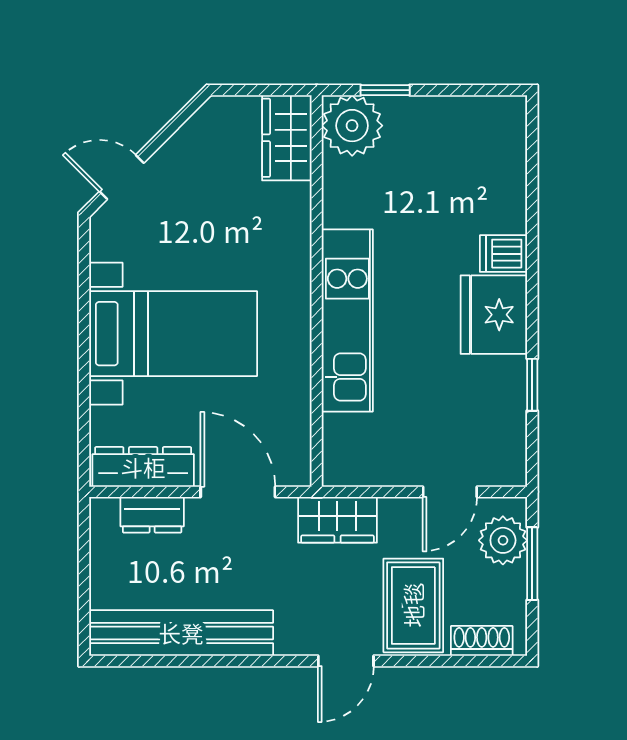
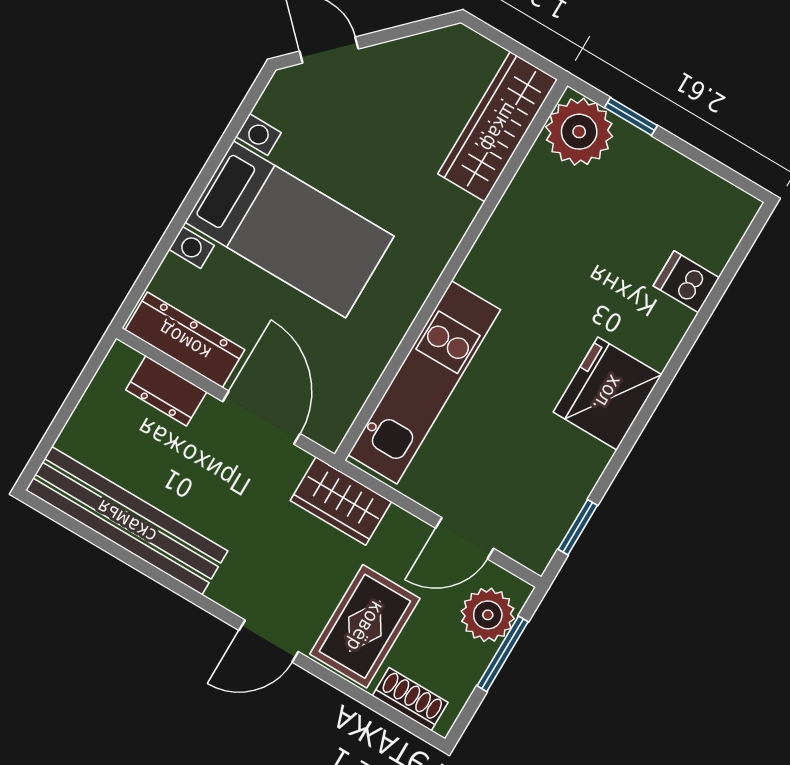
wardrobe: (287, 138) -> (498, 127), width x1.50
dishwasher: (503, 254) -> (686, 282), moved
kitchen unit: (347, 321) -> (424, 382), moved
window: (532, 385) -> (578, 527), moved

